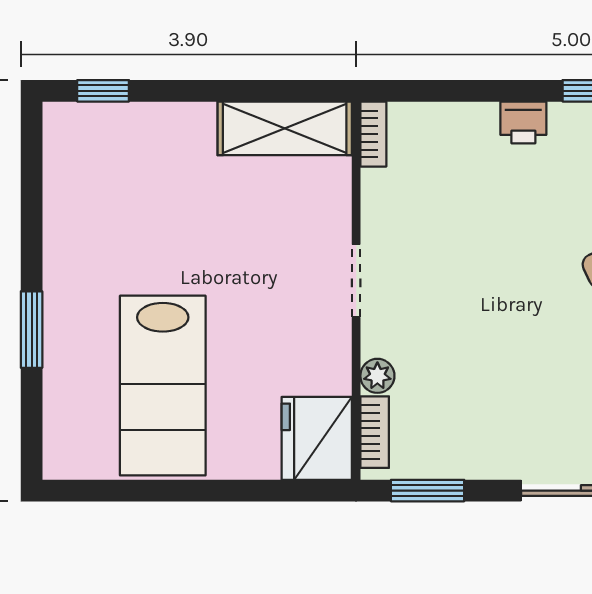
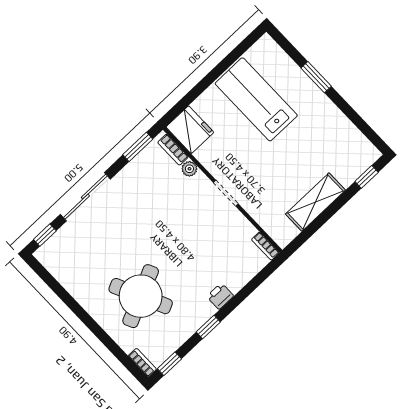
shelving: (285, 128) -> (315, 202), moved

